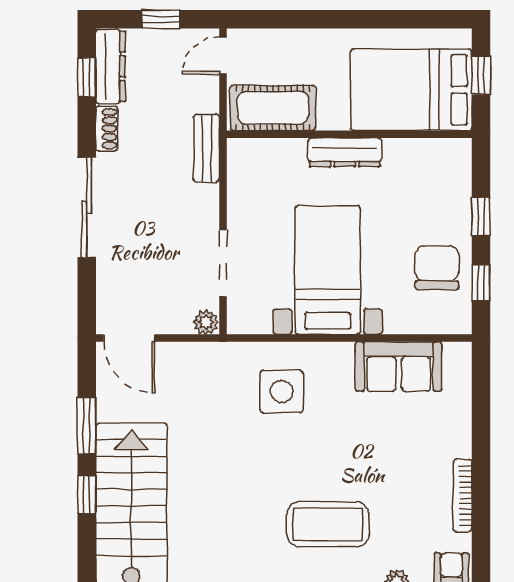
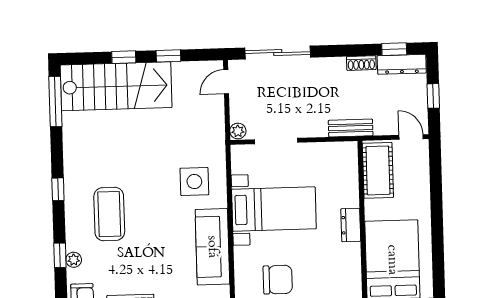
dresser: (345, 152) -> (351, 225), width x0.70
sliding door: (87, 207) -> (278, 53), moved
door: (129, 338) -> (226, 82), width x0.73
sofa: (399, 367) -> (212, 247), width x1.36
window: (87, 426) -> (168, 56), width x0.67

